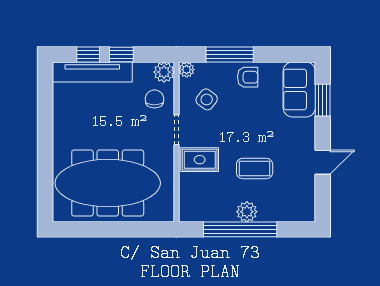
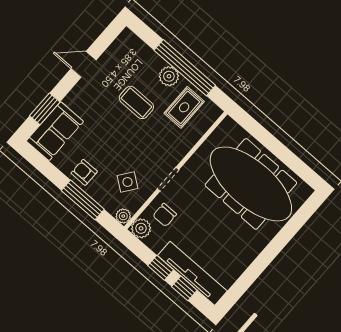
rug: (200, 160) -> (184, 107), moved, turned 90

